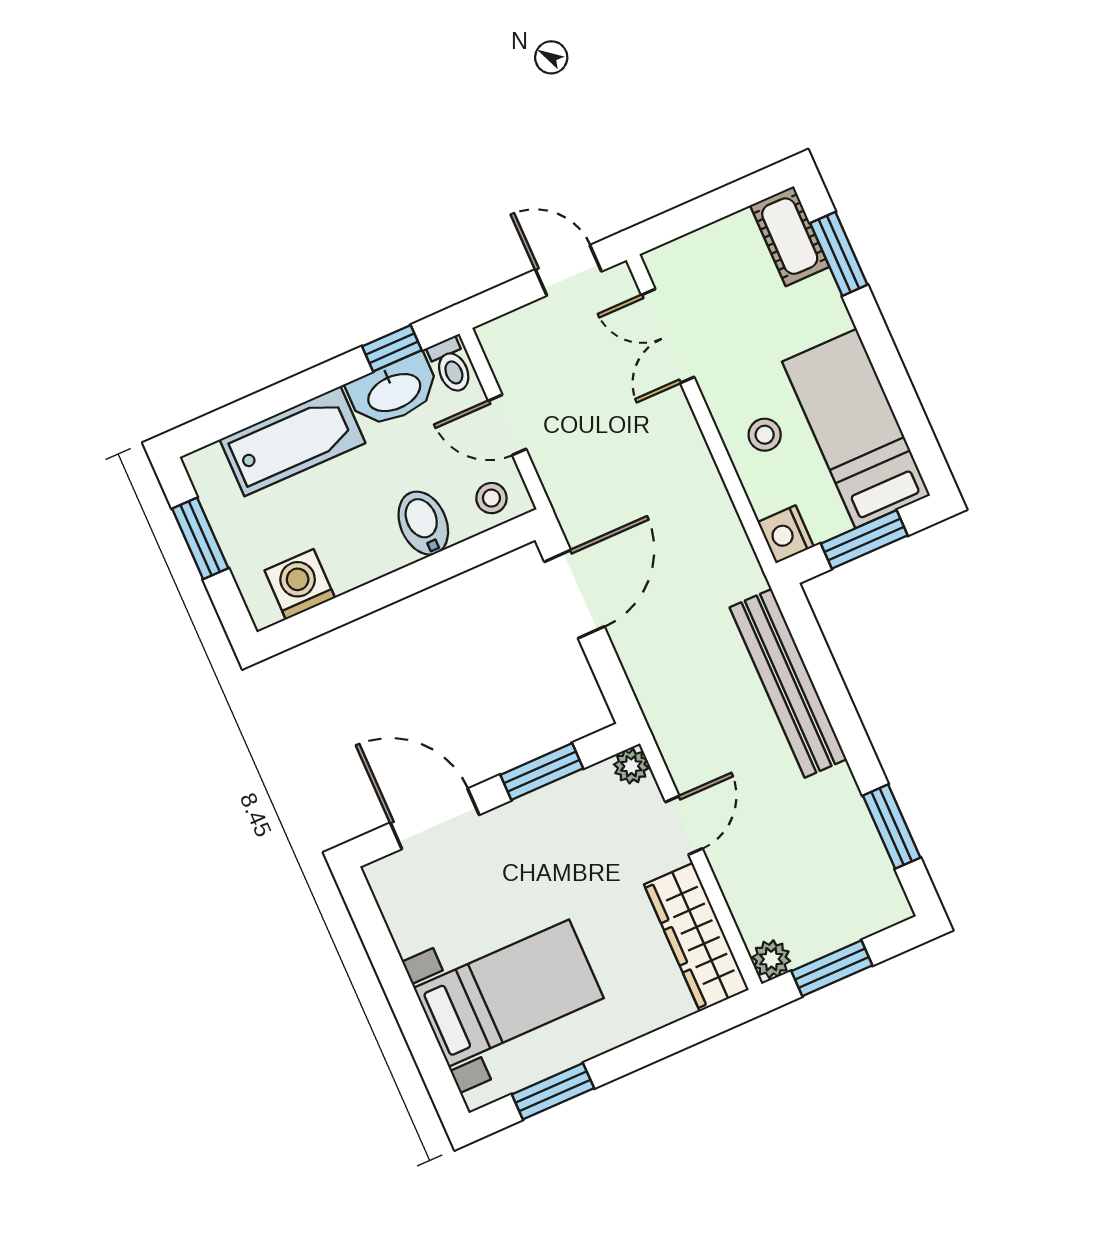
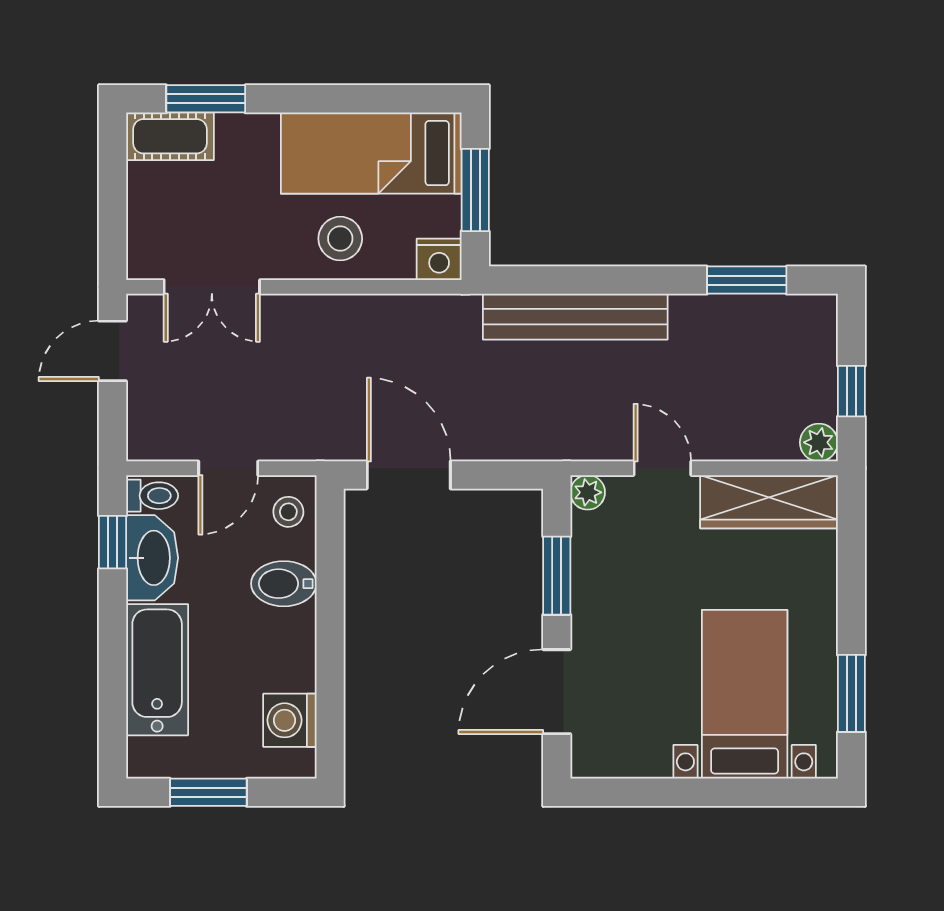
stool: (765, 435) -> (340, 239), width x1.37, depth x1.37
window: (832, 968) -> (851, 391), width x0.67

